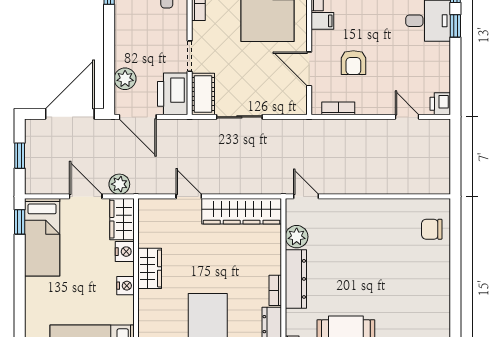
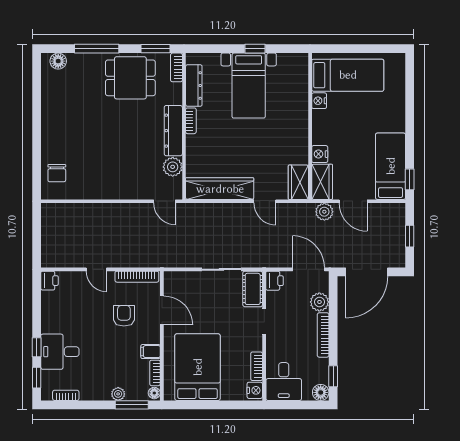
bookcase: (121, 40) -> (323, 335), added
printer: (173, 94) -> (274, 281), width x0.53, depth x0.68
bookcase: (338, 108) -> (137, 277), width x1.56
door: (407, 117) -> (96, 269), moved
chair: (432, 229) -> (57, 173), turned 90
wardrobe: (150, 268) -> (298, 182), moved
nightstand: (125, 286) -> (319, 101), moved

